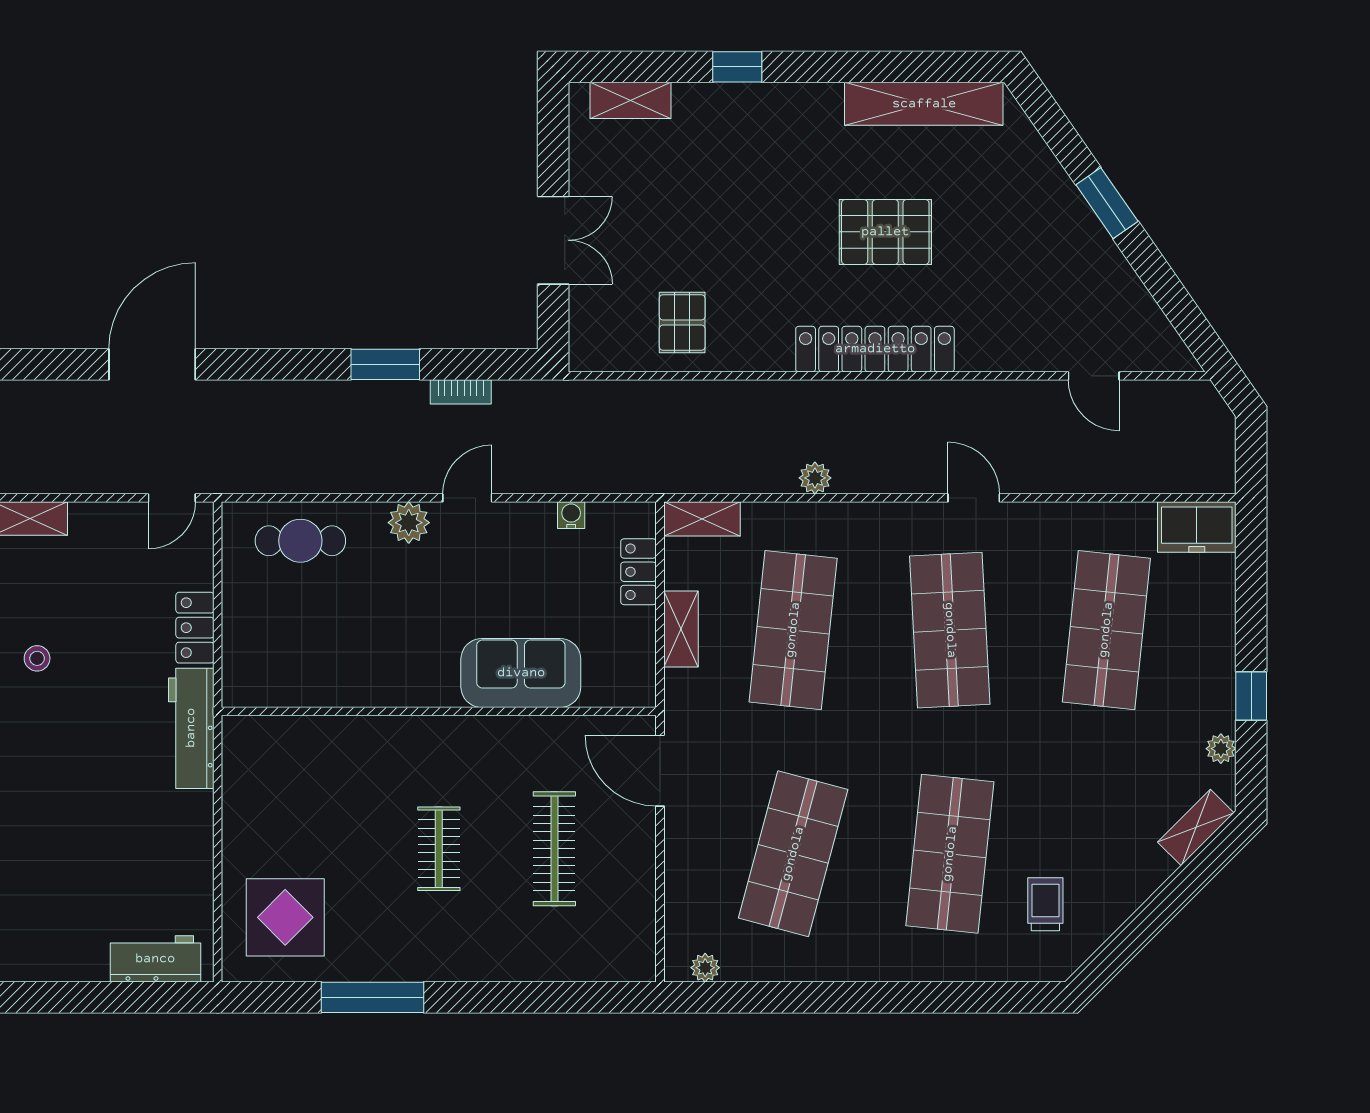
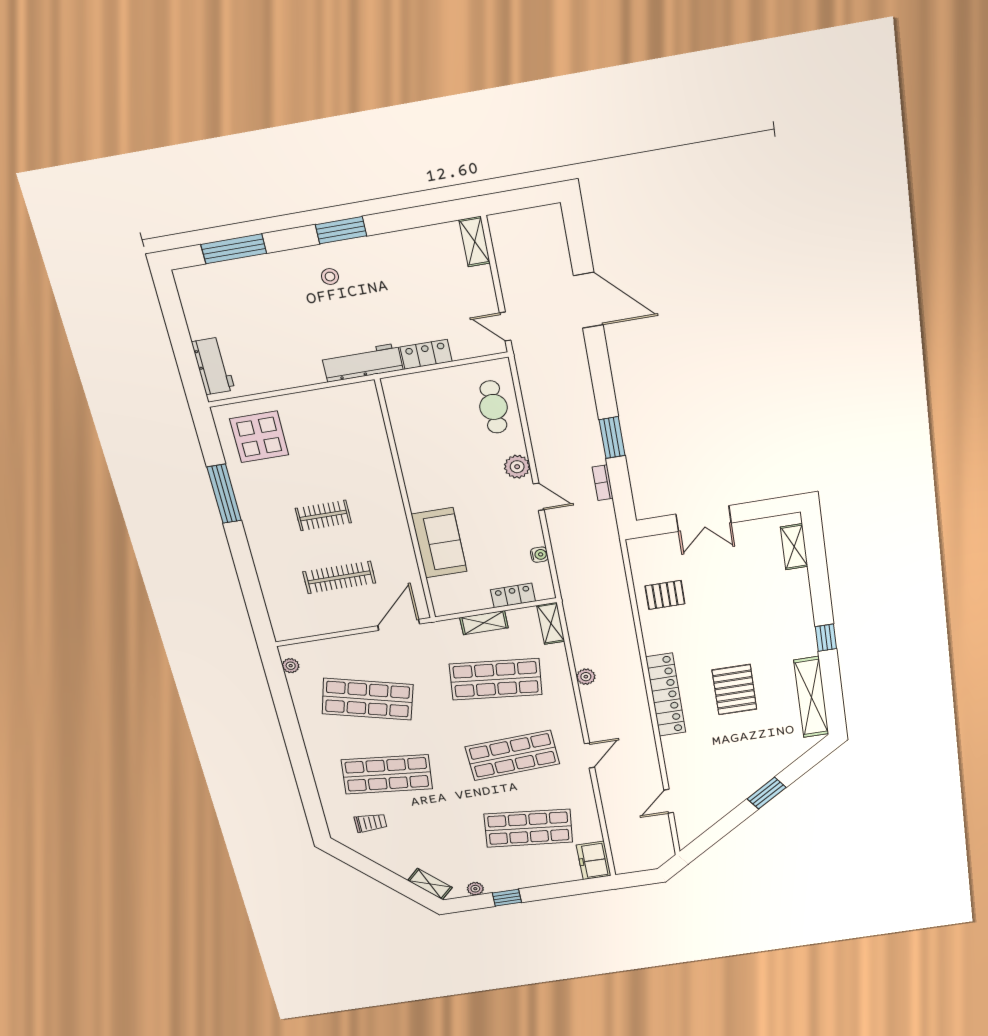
window: (737, 67) -> (826, 638), moved
stool: (37, 658) -> (330, 277), moved

